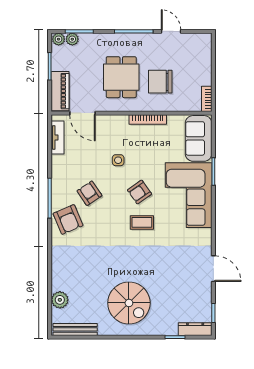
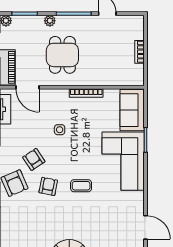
plant: (72, 39) -> (50, 21), moved
chair: (160, 82) -> (98, 59), removed
bookcase: (207, 99) -> (139, 52), moved
armchair: (139, 192) -> (48, 186), moved, turned 136

